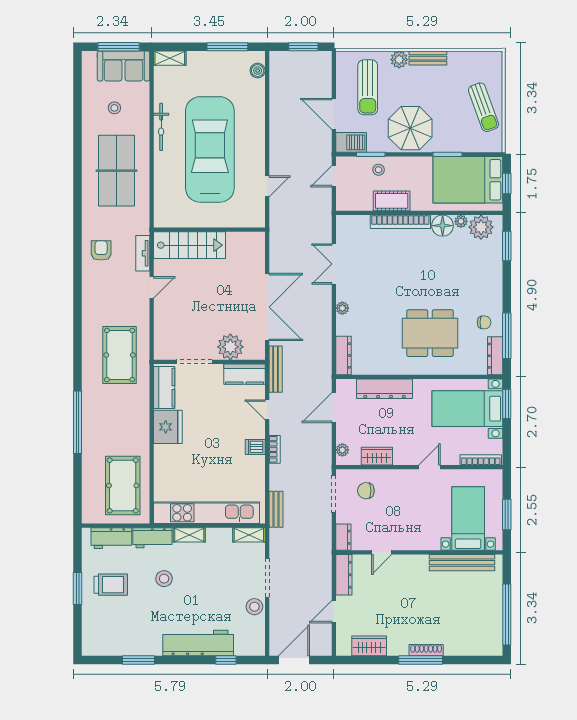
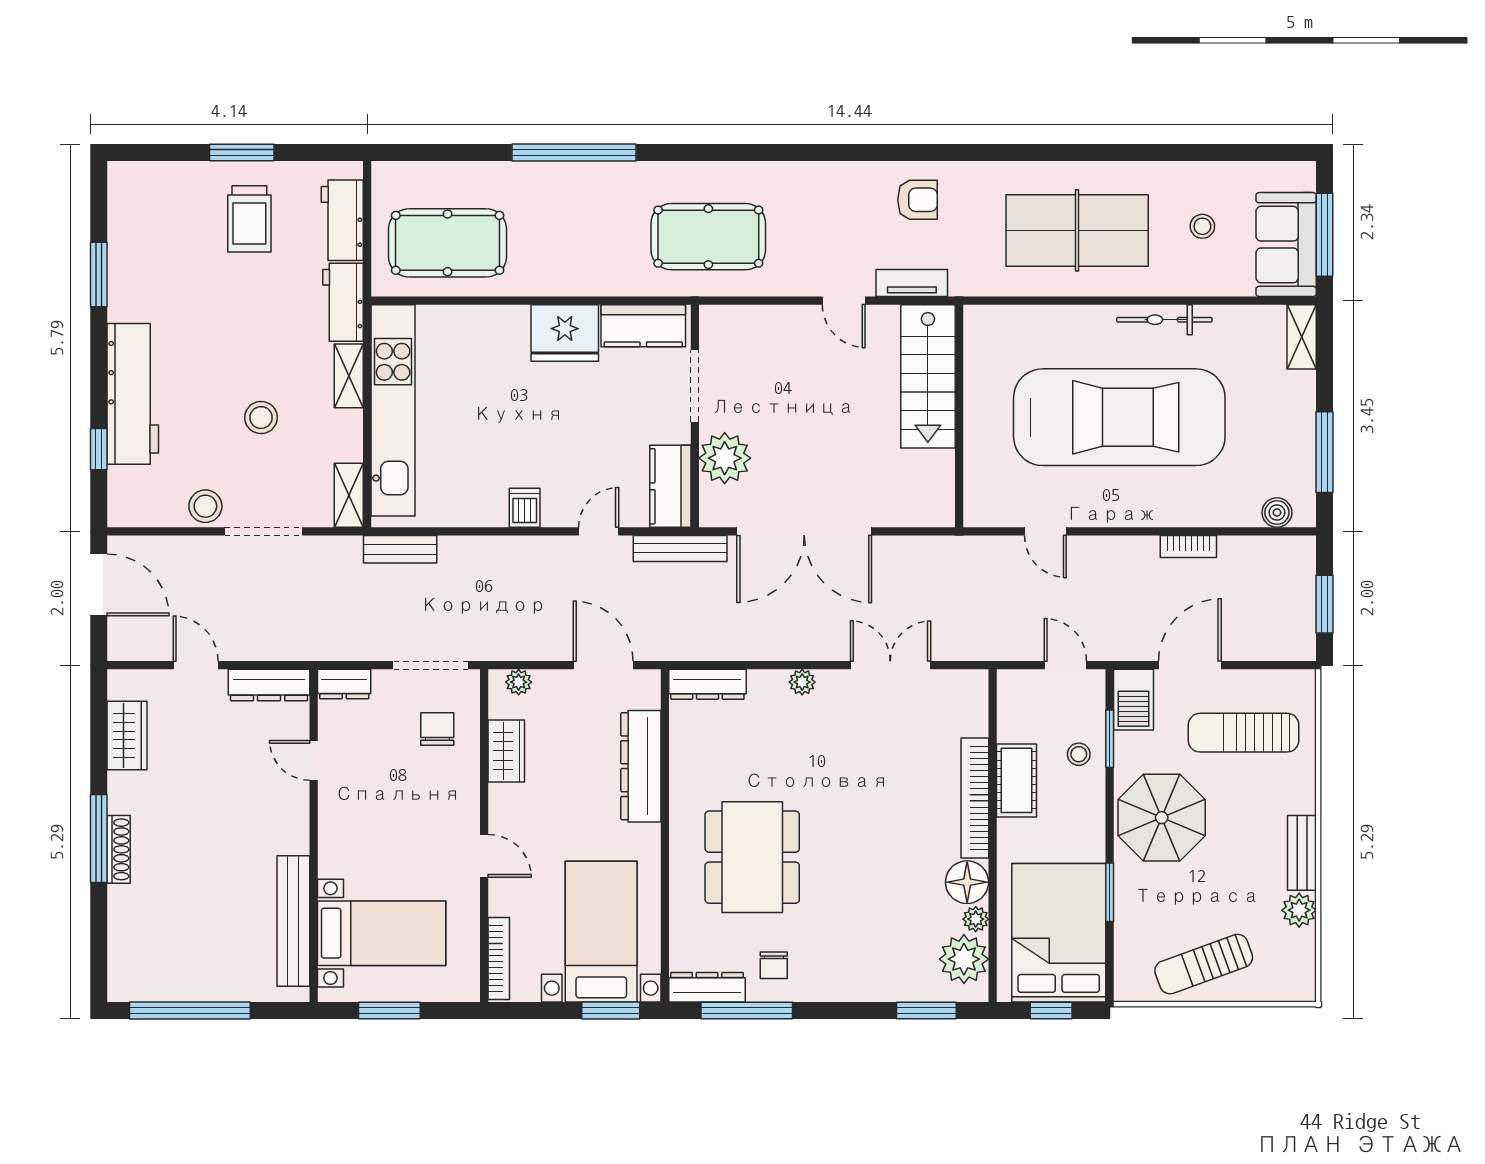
plant: (399, 60) -> (1299, 910), moved
bookcase: (275, 449) -> (1188, 547), moved
stool: (164, 579) -> (261, 418), moved

